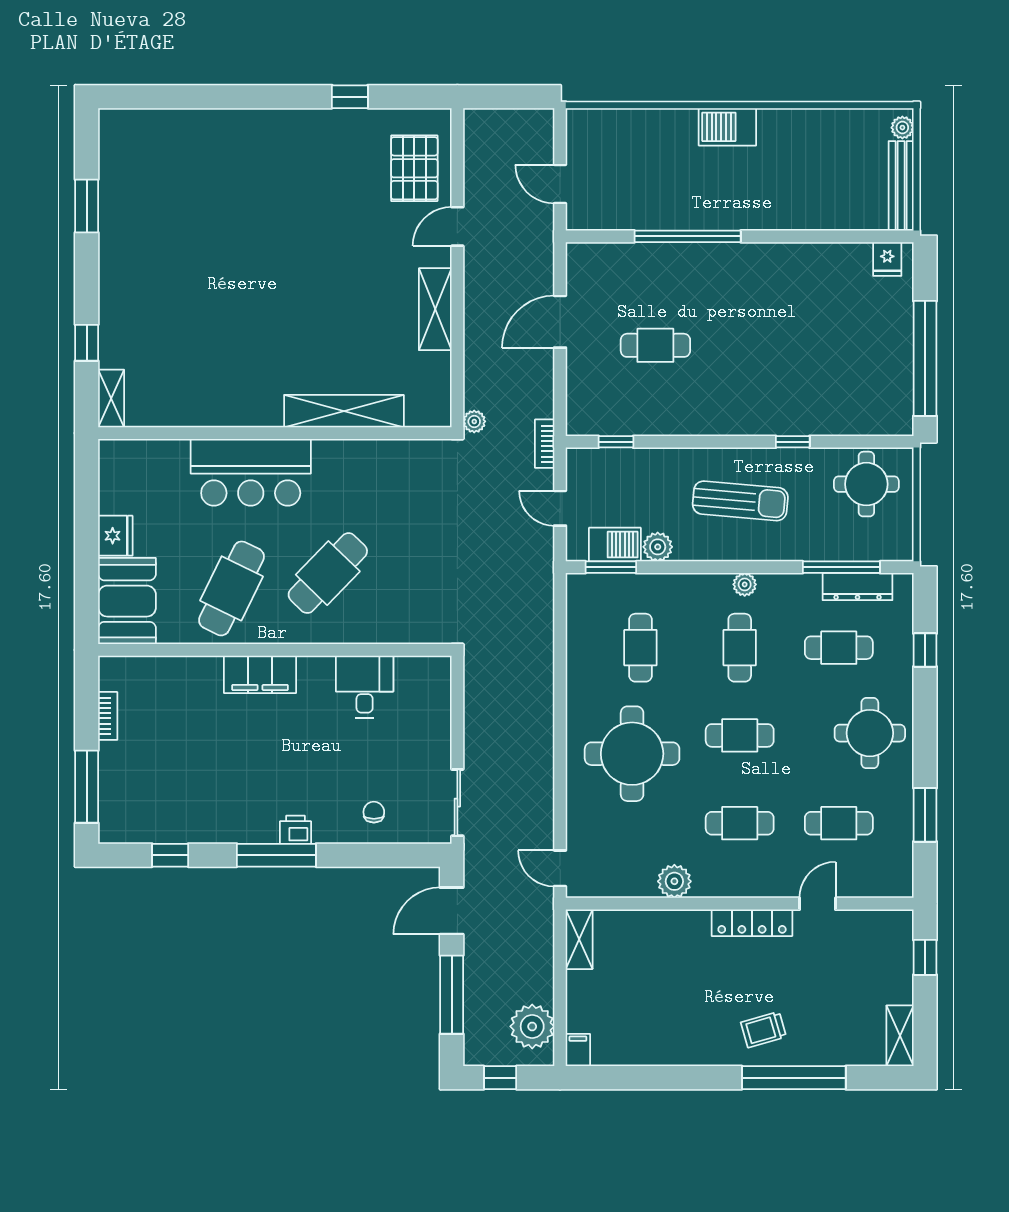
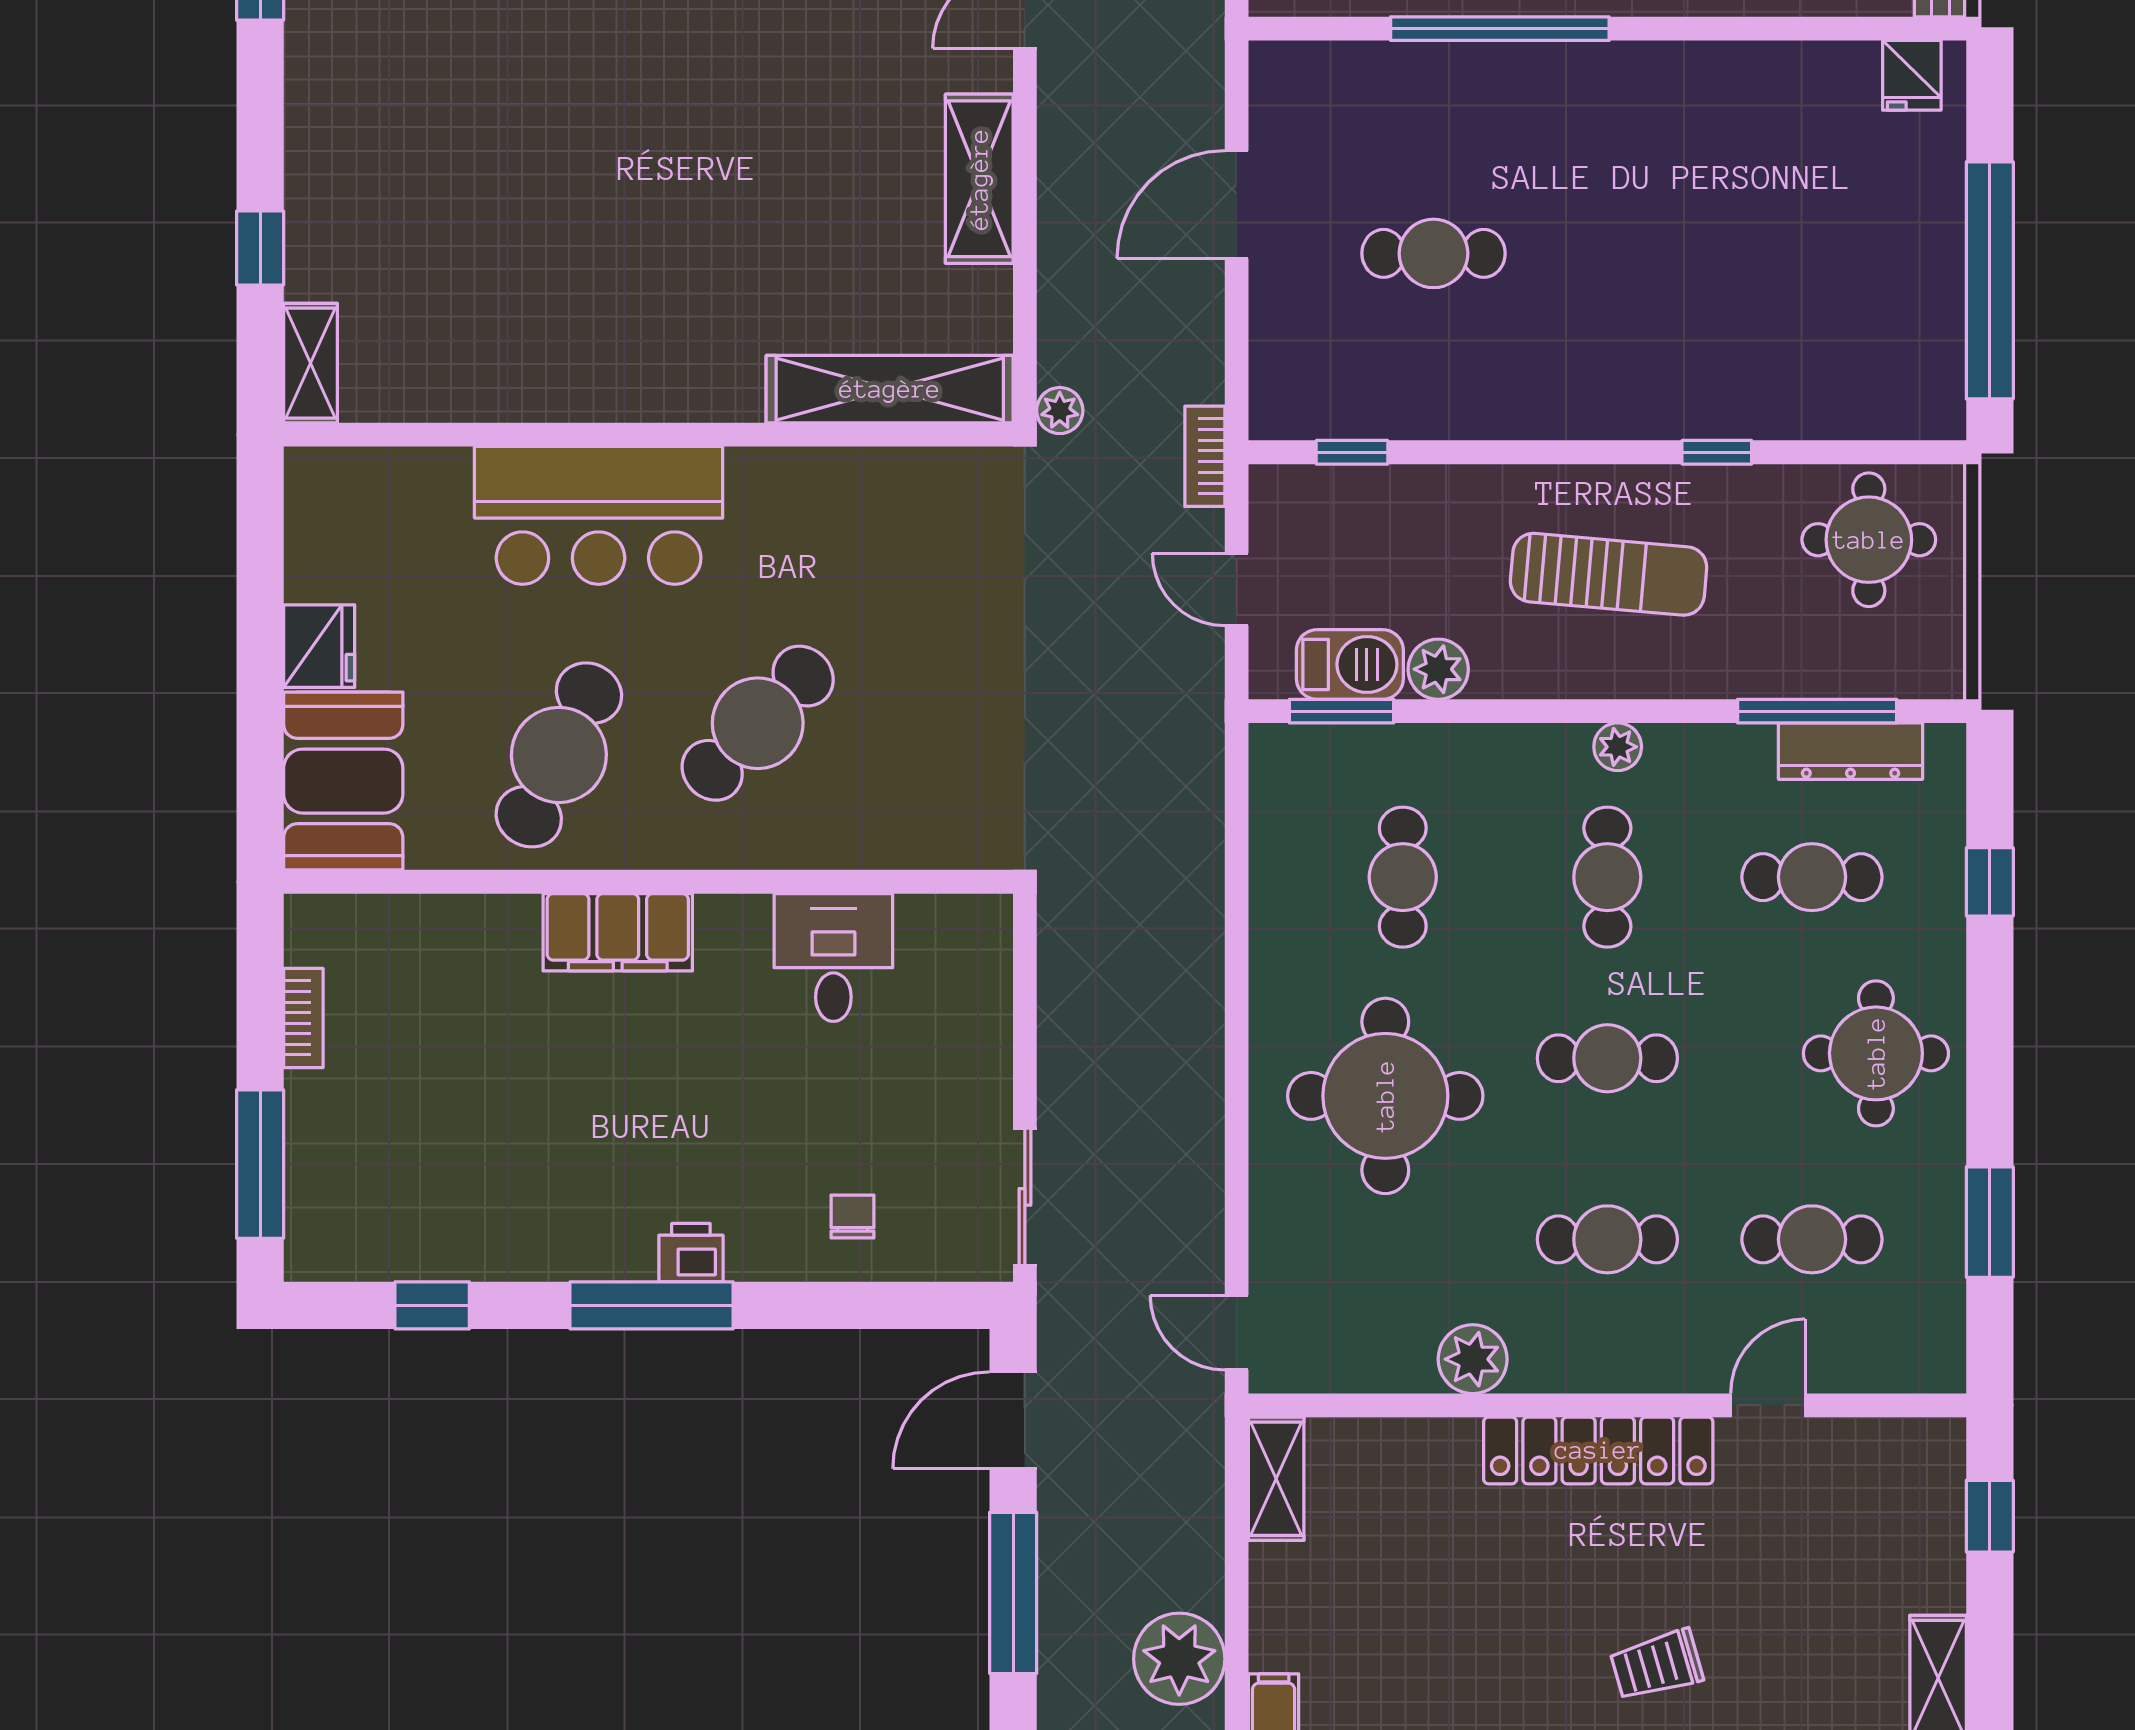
shelving: (344, 411) -> (890, 389), moved
locker: (752, 923) -> (1598, 1450), width x1.41, depth x1.21

